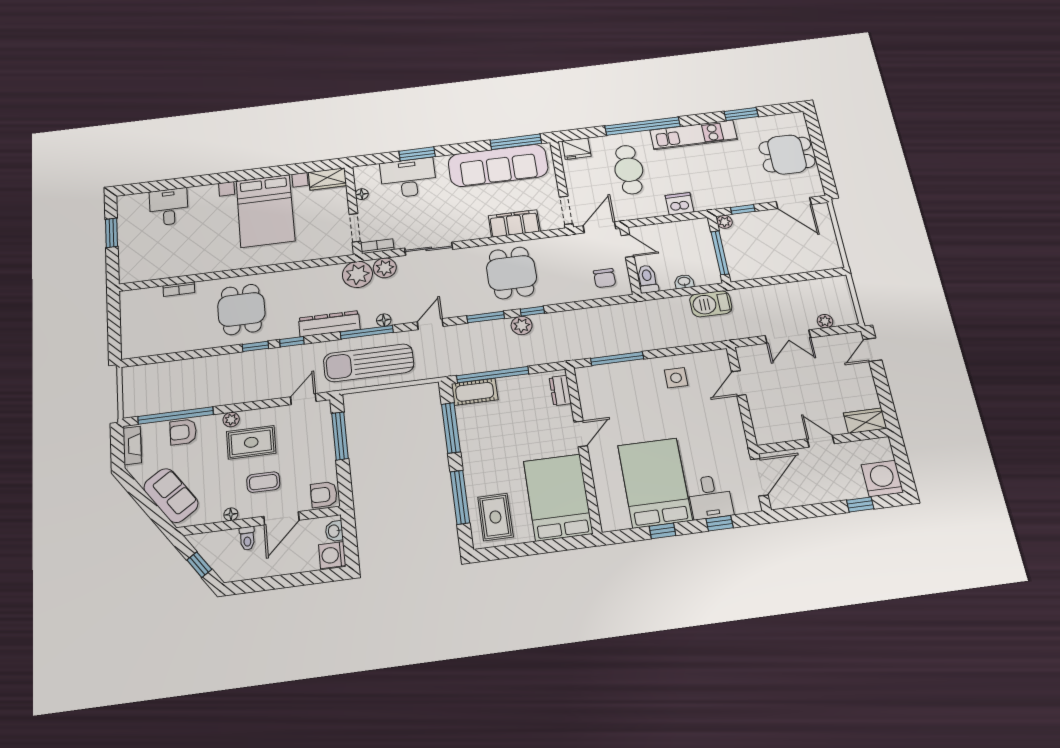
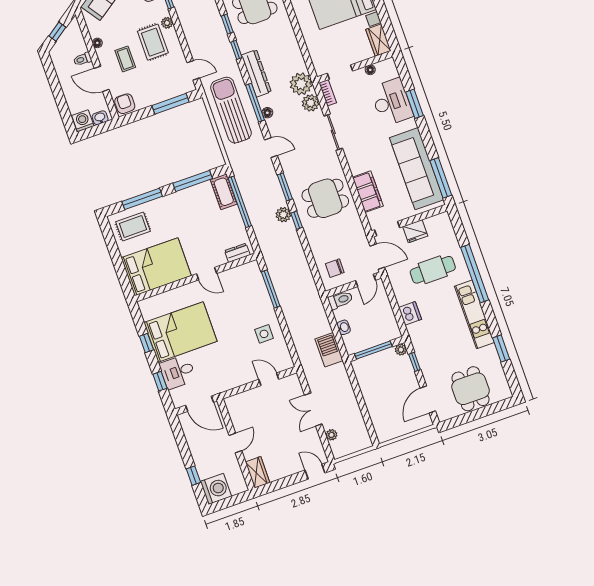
fridge: (577, 149) -> (415, 231), moved, turned -90

